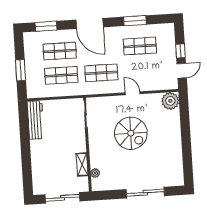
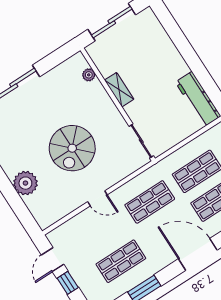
plant: (170, 101) -> (25, 183), moved
spiral stairs: (131, 133) -> (72, 148), turned -90
shelving: (82, 164) -> (119, 90), moved

